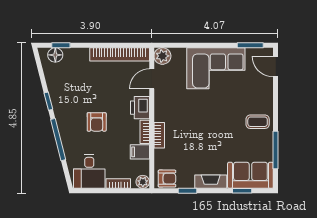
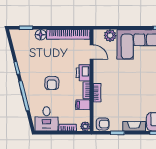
floor lamp: (55, 55) -> (41, 35), moved
plant: (162, 56) -> (110, 35), moved
door: (152, 79) -> (92, 52), swing flipped

